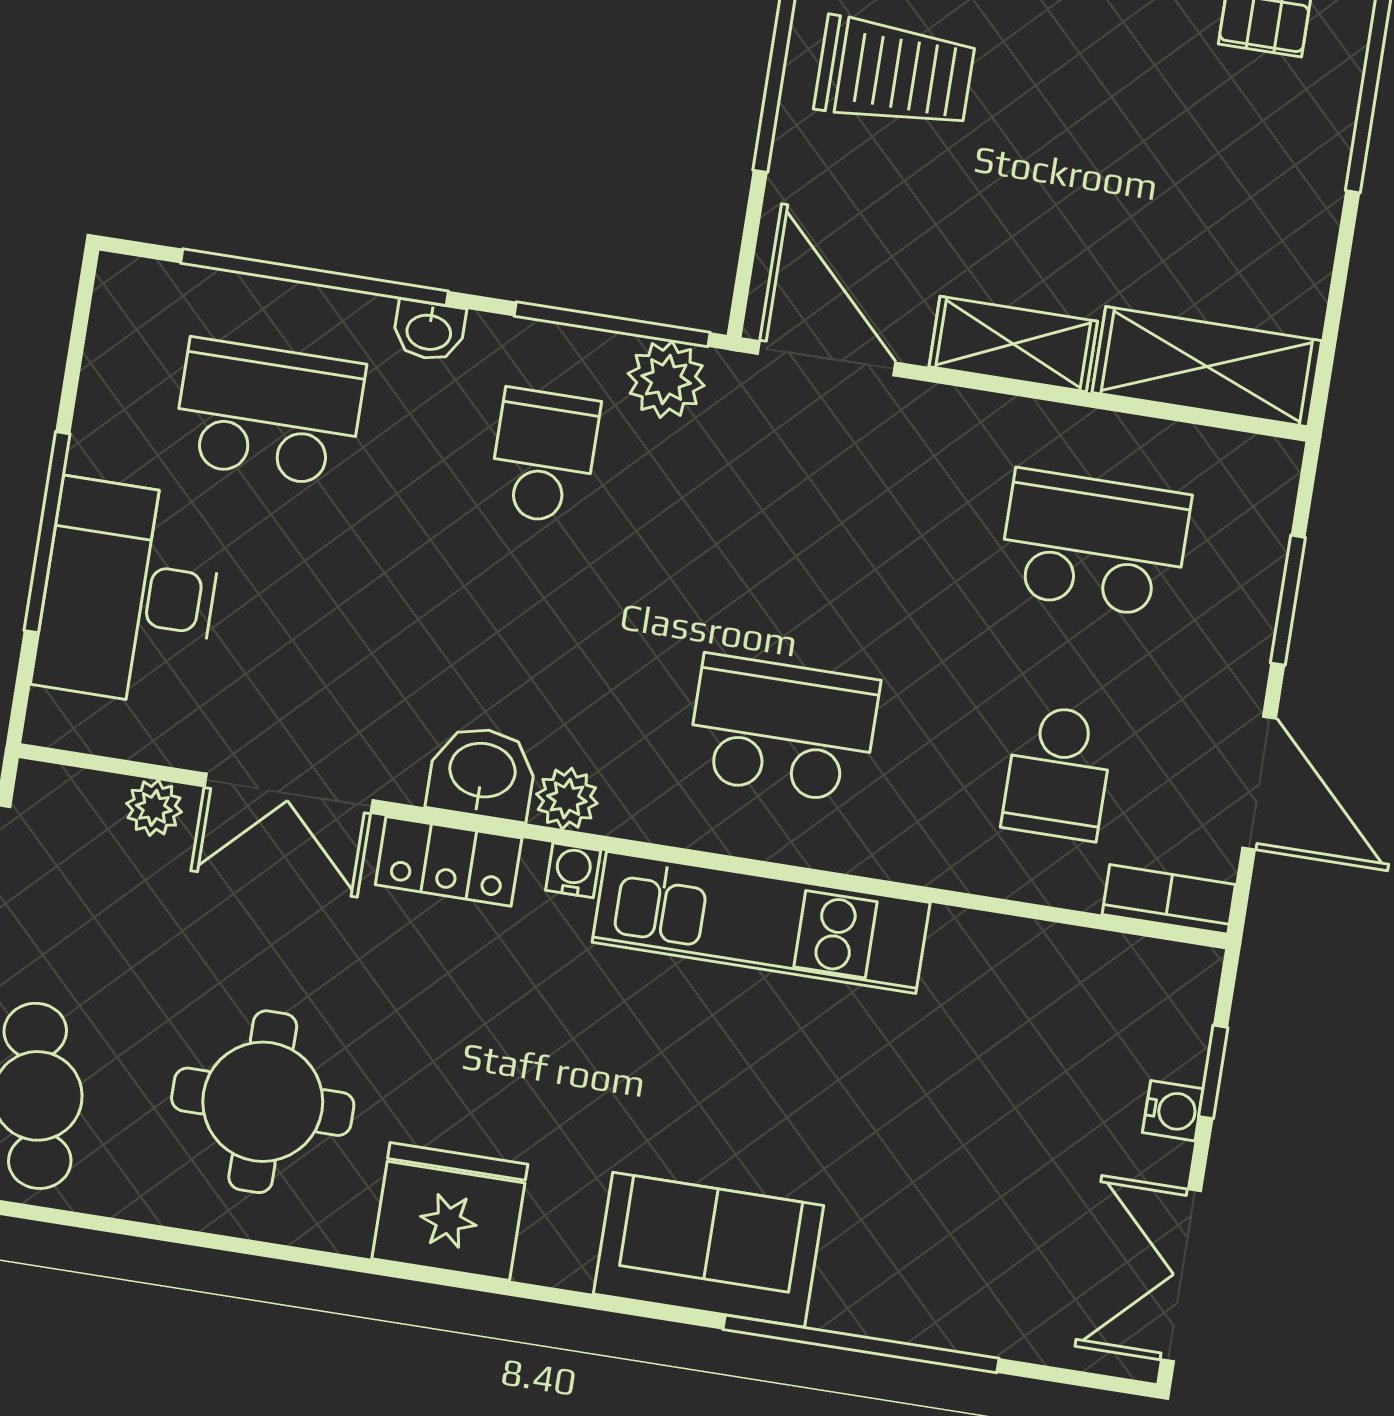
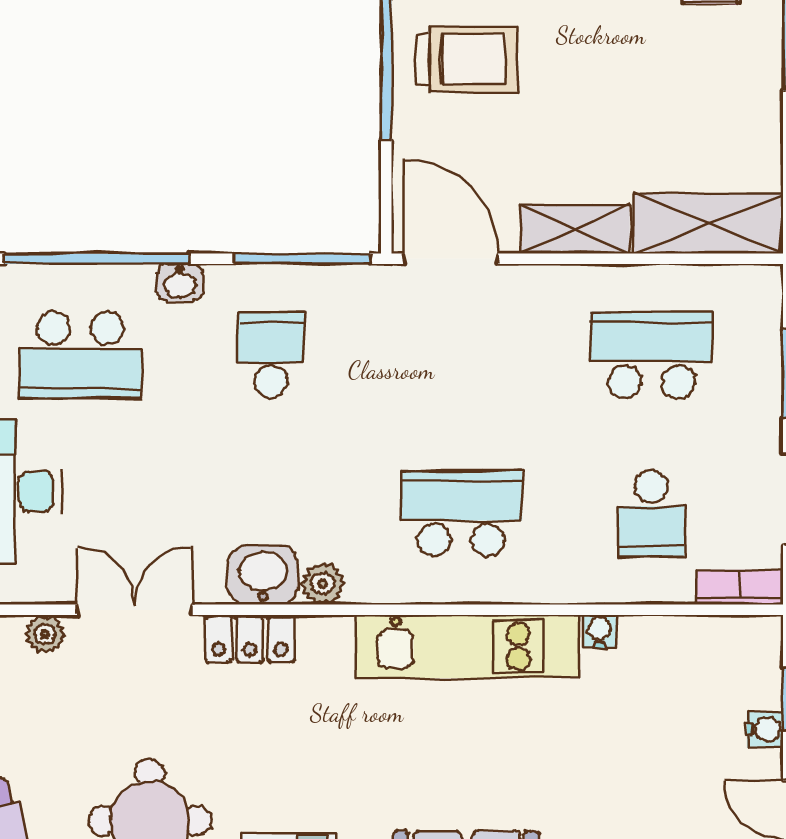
plant: (666, 380) -> (345, 290), removed
school desk: (269, 413) -> (80, 355), turned 180
double door: (289, 793) -> (134, 610), swing flipped
water cooler: (573, 870) -> (599, 631), moved

